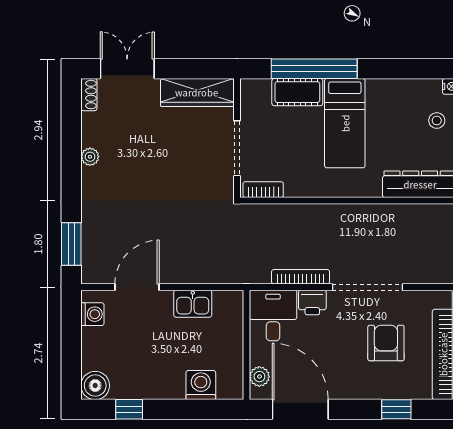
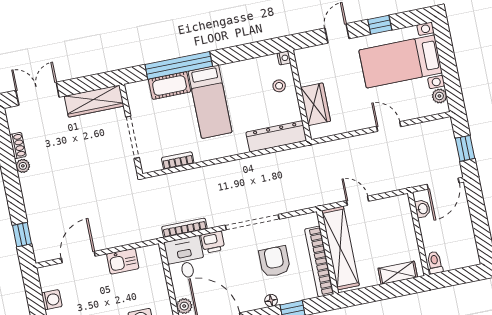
shoe rack: (89, 95) -> (18, 146), moved
bookcase: (263, 190) -> (178, 161), moved
window: (71, 244) -> (22, 235), width x0.67
bookcase: (301, 277) -> (184, 228), moved
washing machine: (92, 314) -> (52, 300), moved
floor lamp: (371, 392) -> (271, 300), added

